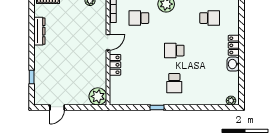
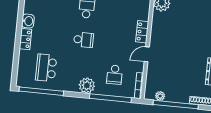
school desk: (139, 18) -> (115, 75), turned 90
school desk: (210, 18) -> (46, 68), width x1.85

